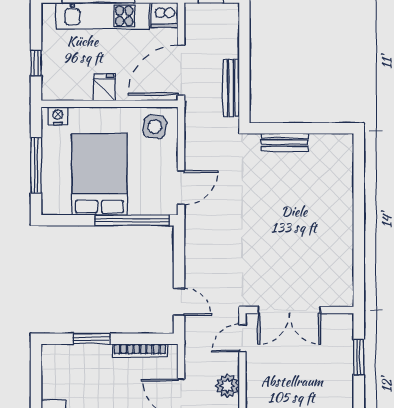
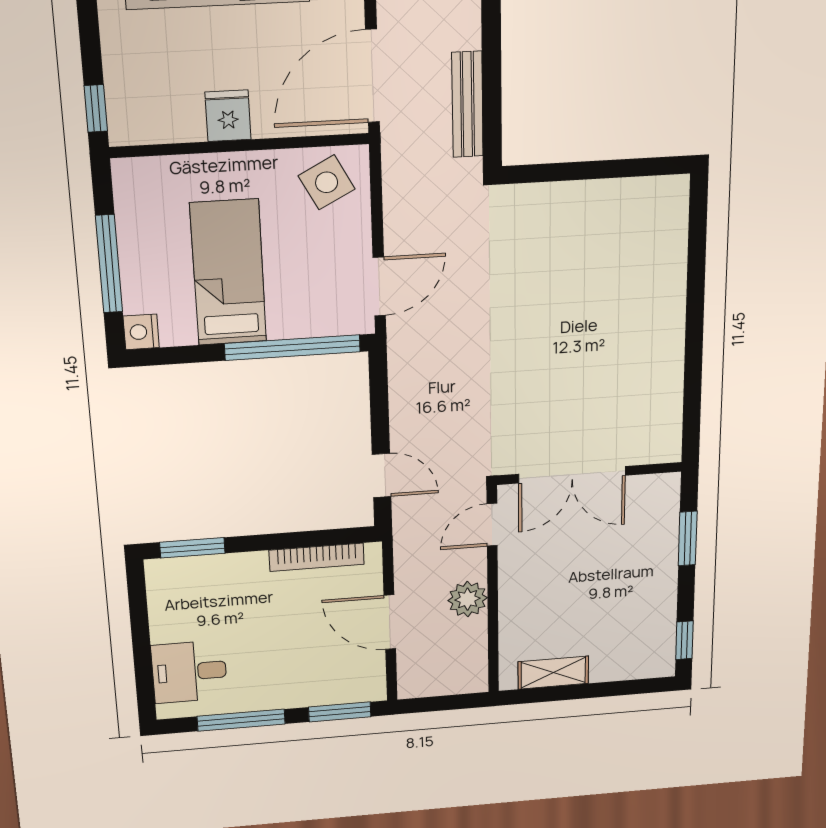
window: (36, 63) -> (96, 108), moved
nightstand: (58, 116) -> (141, 332), moved, turned -90
side table: (155, 127) -> (327, 182), turned -37
bench: (285, 142) -> (566, 197), removed
bed: (99, 174) -> (228, 273), width x0.67
window: (92, 339) -> (192, 548), moved

